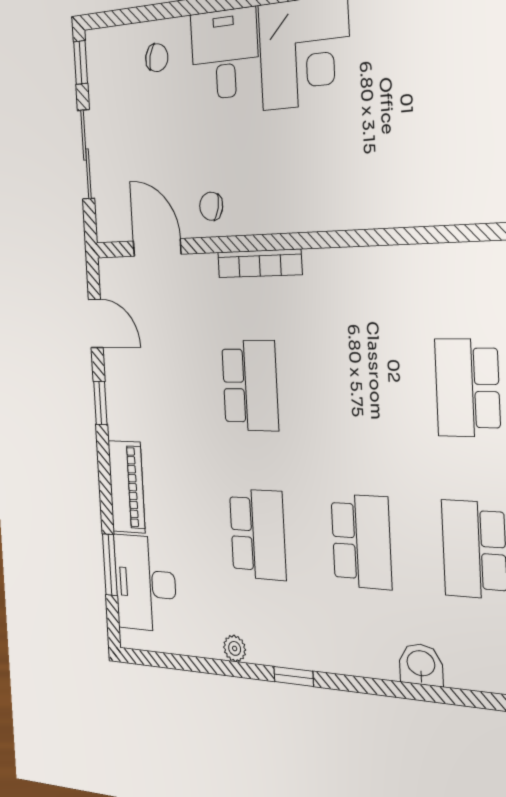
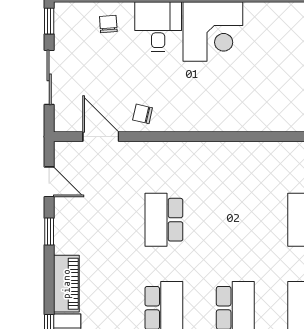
chair: (157, 58) -> (108, 24), turned -109
bookcase: (260, 263) -> (175, 149), removed
school desk: (250, 386) -> (164, 220), turned 180

